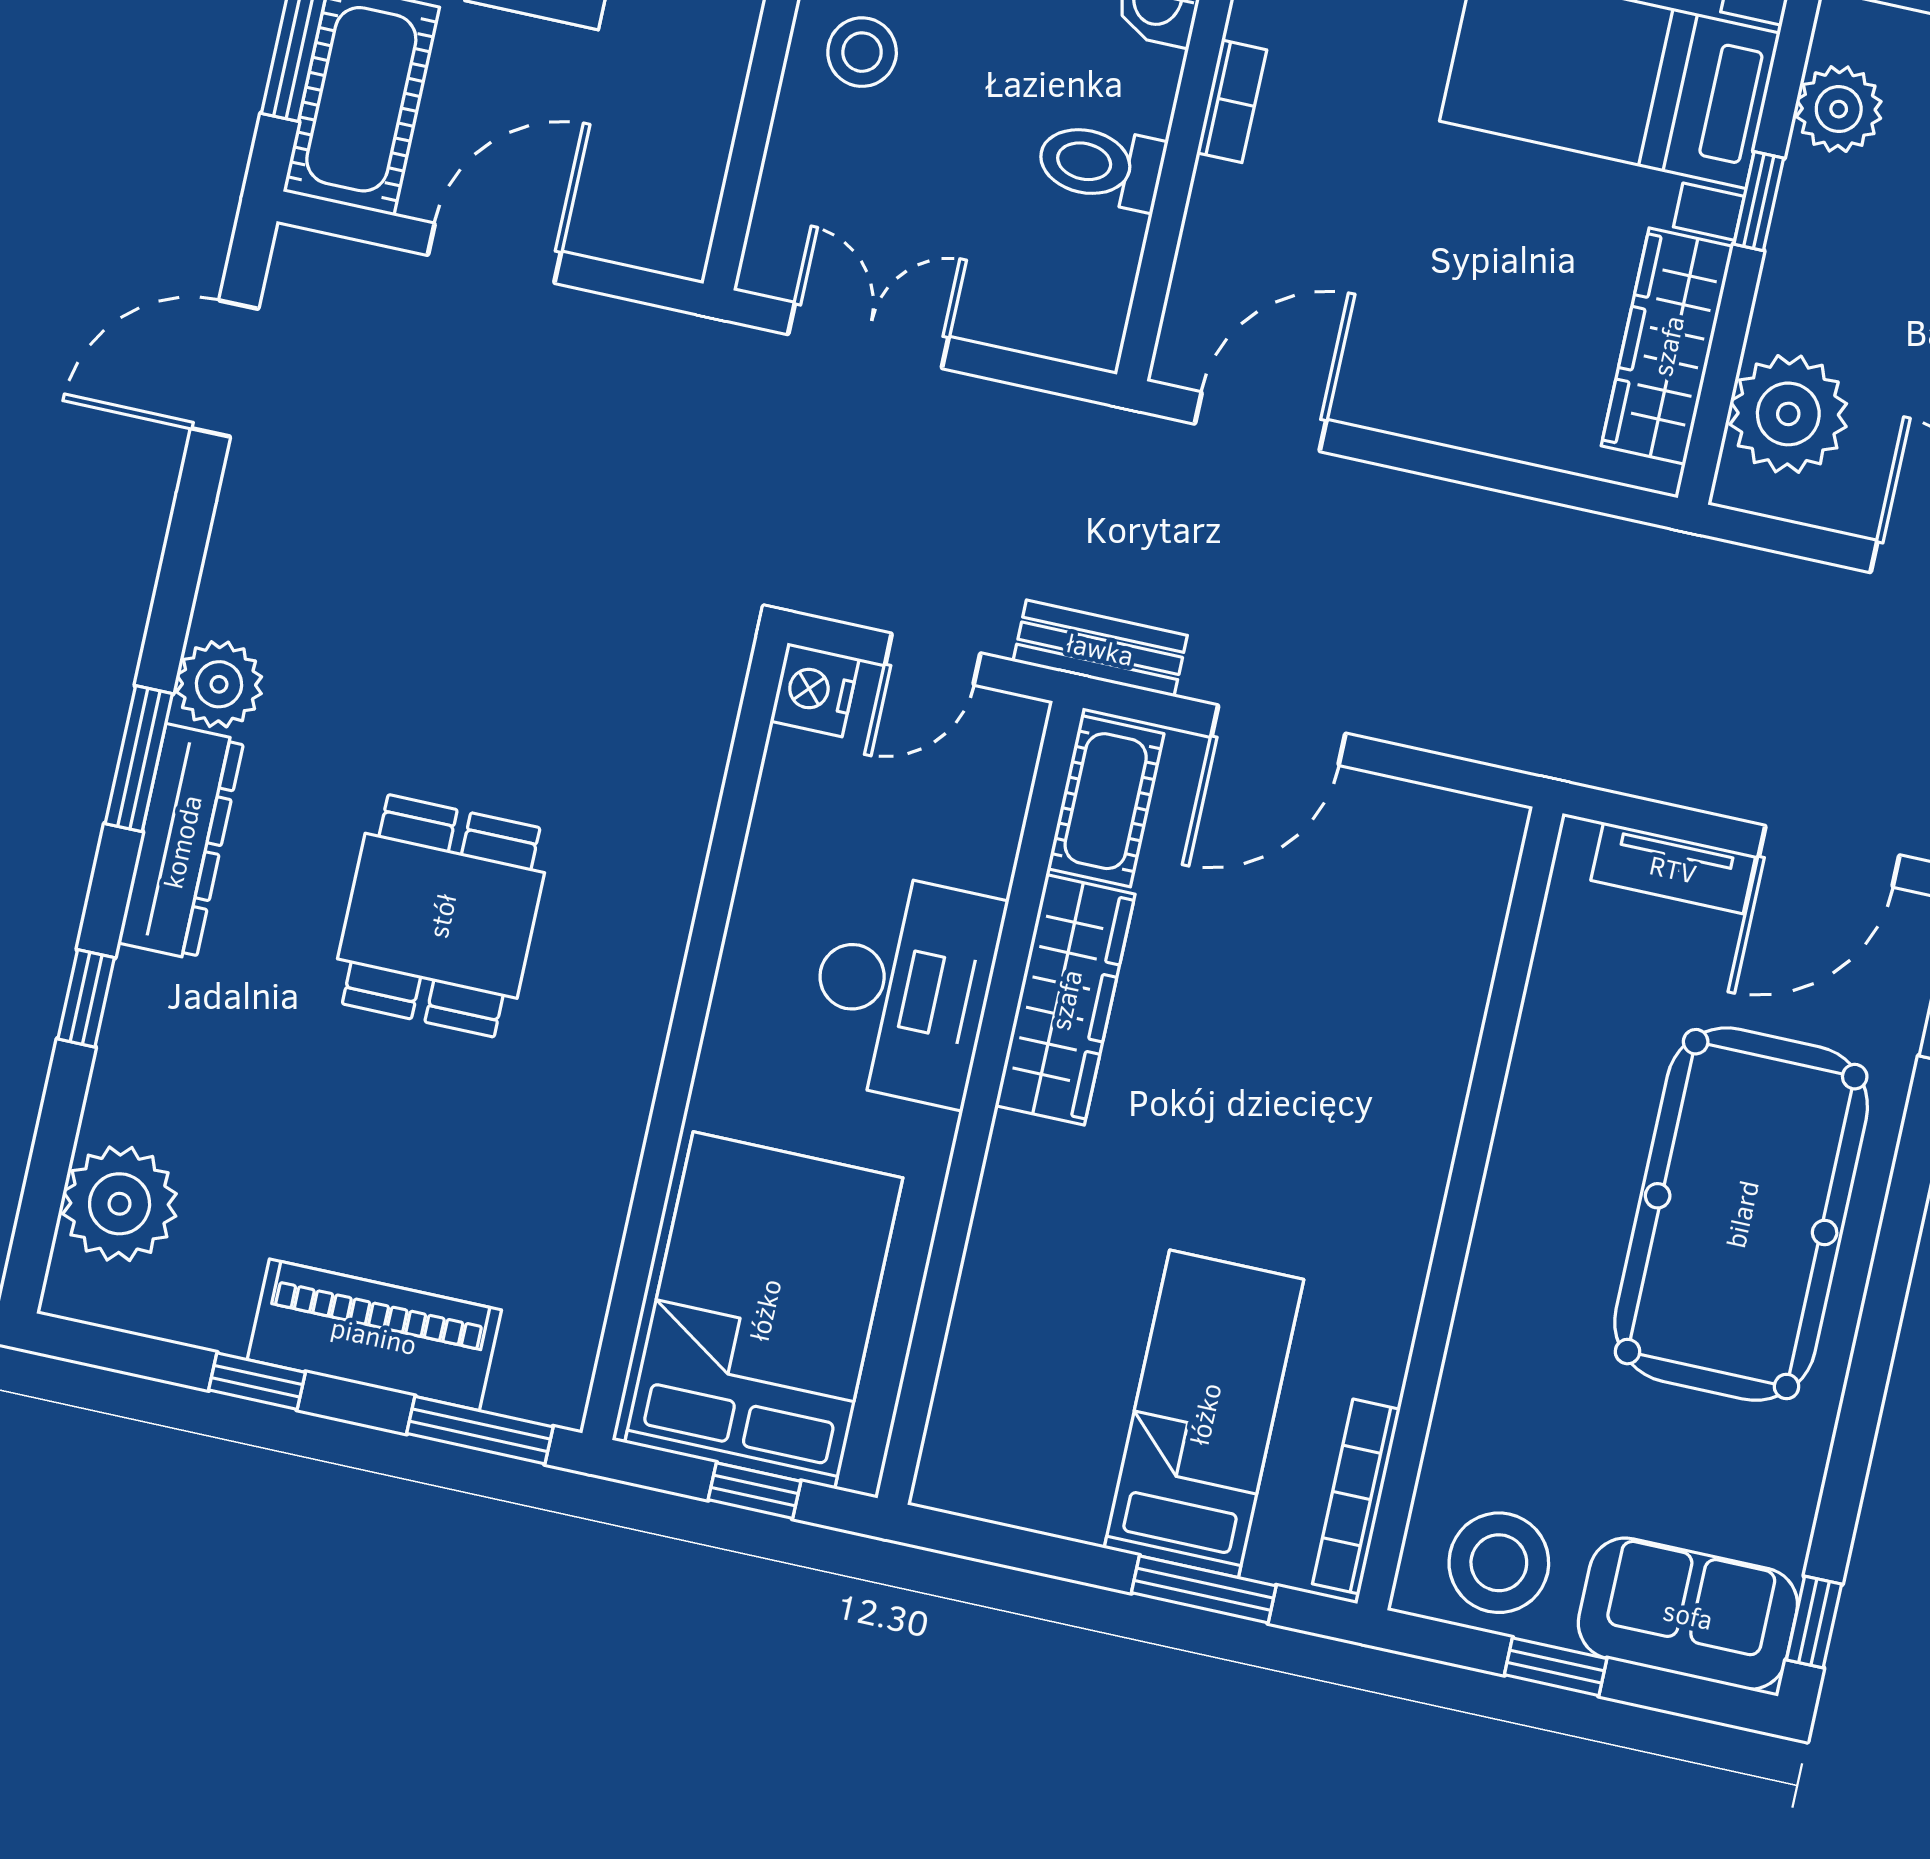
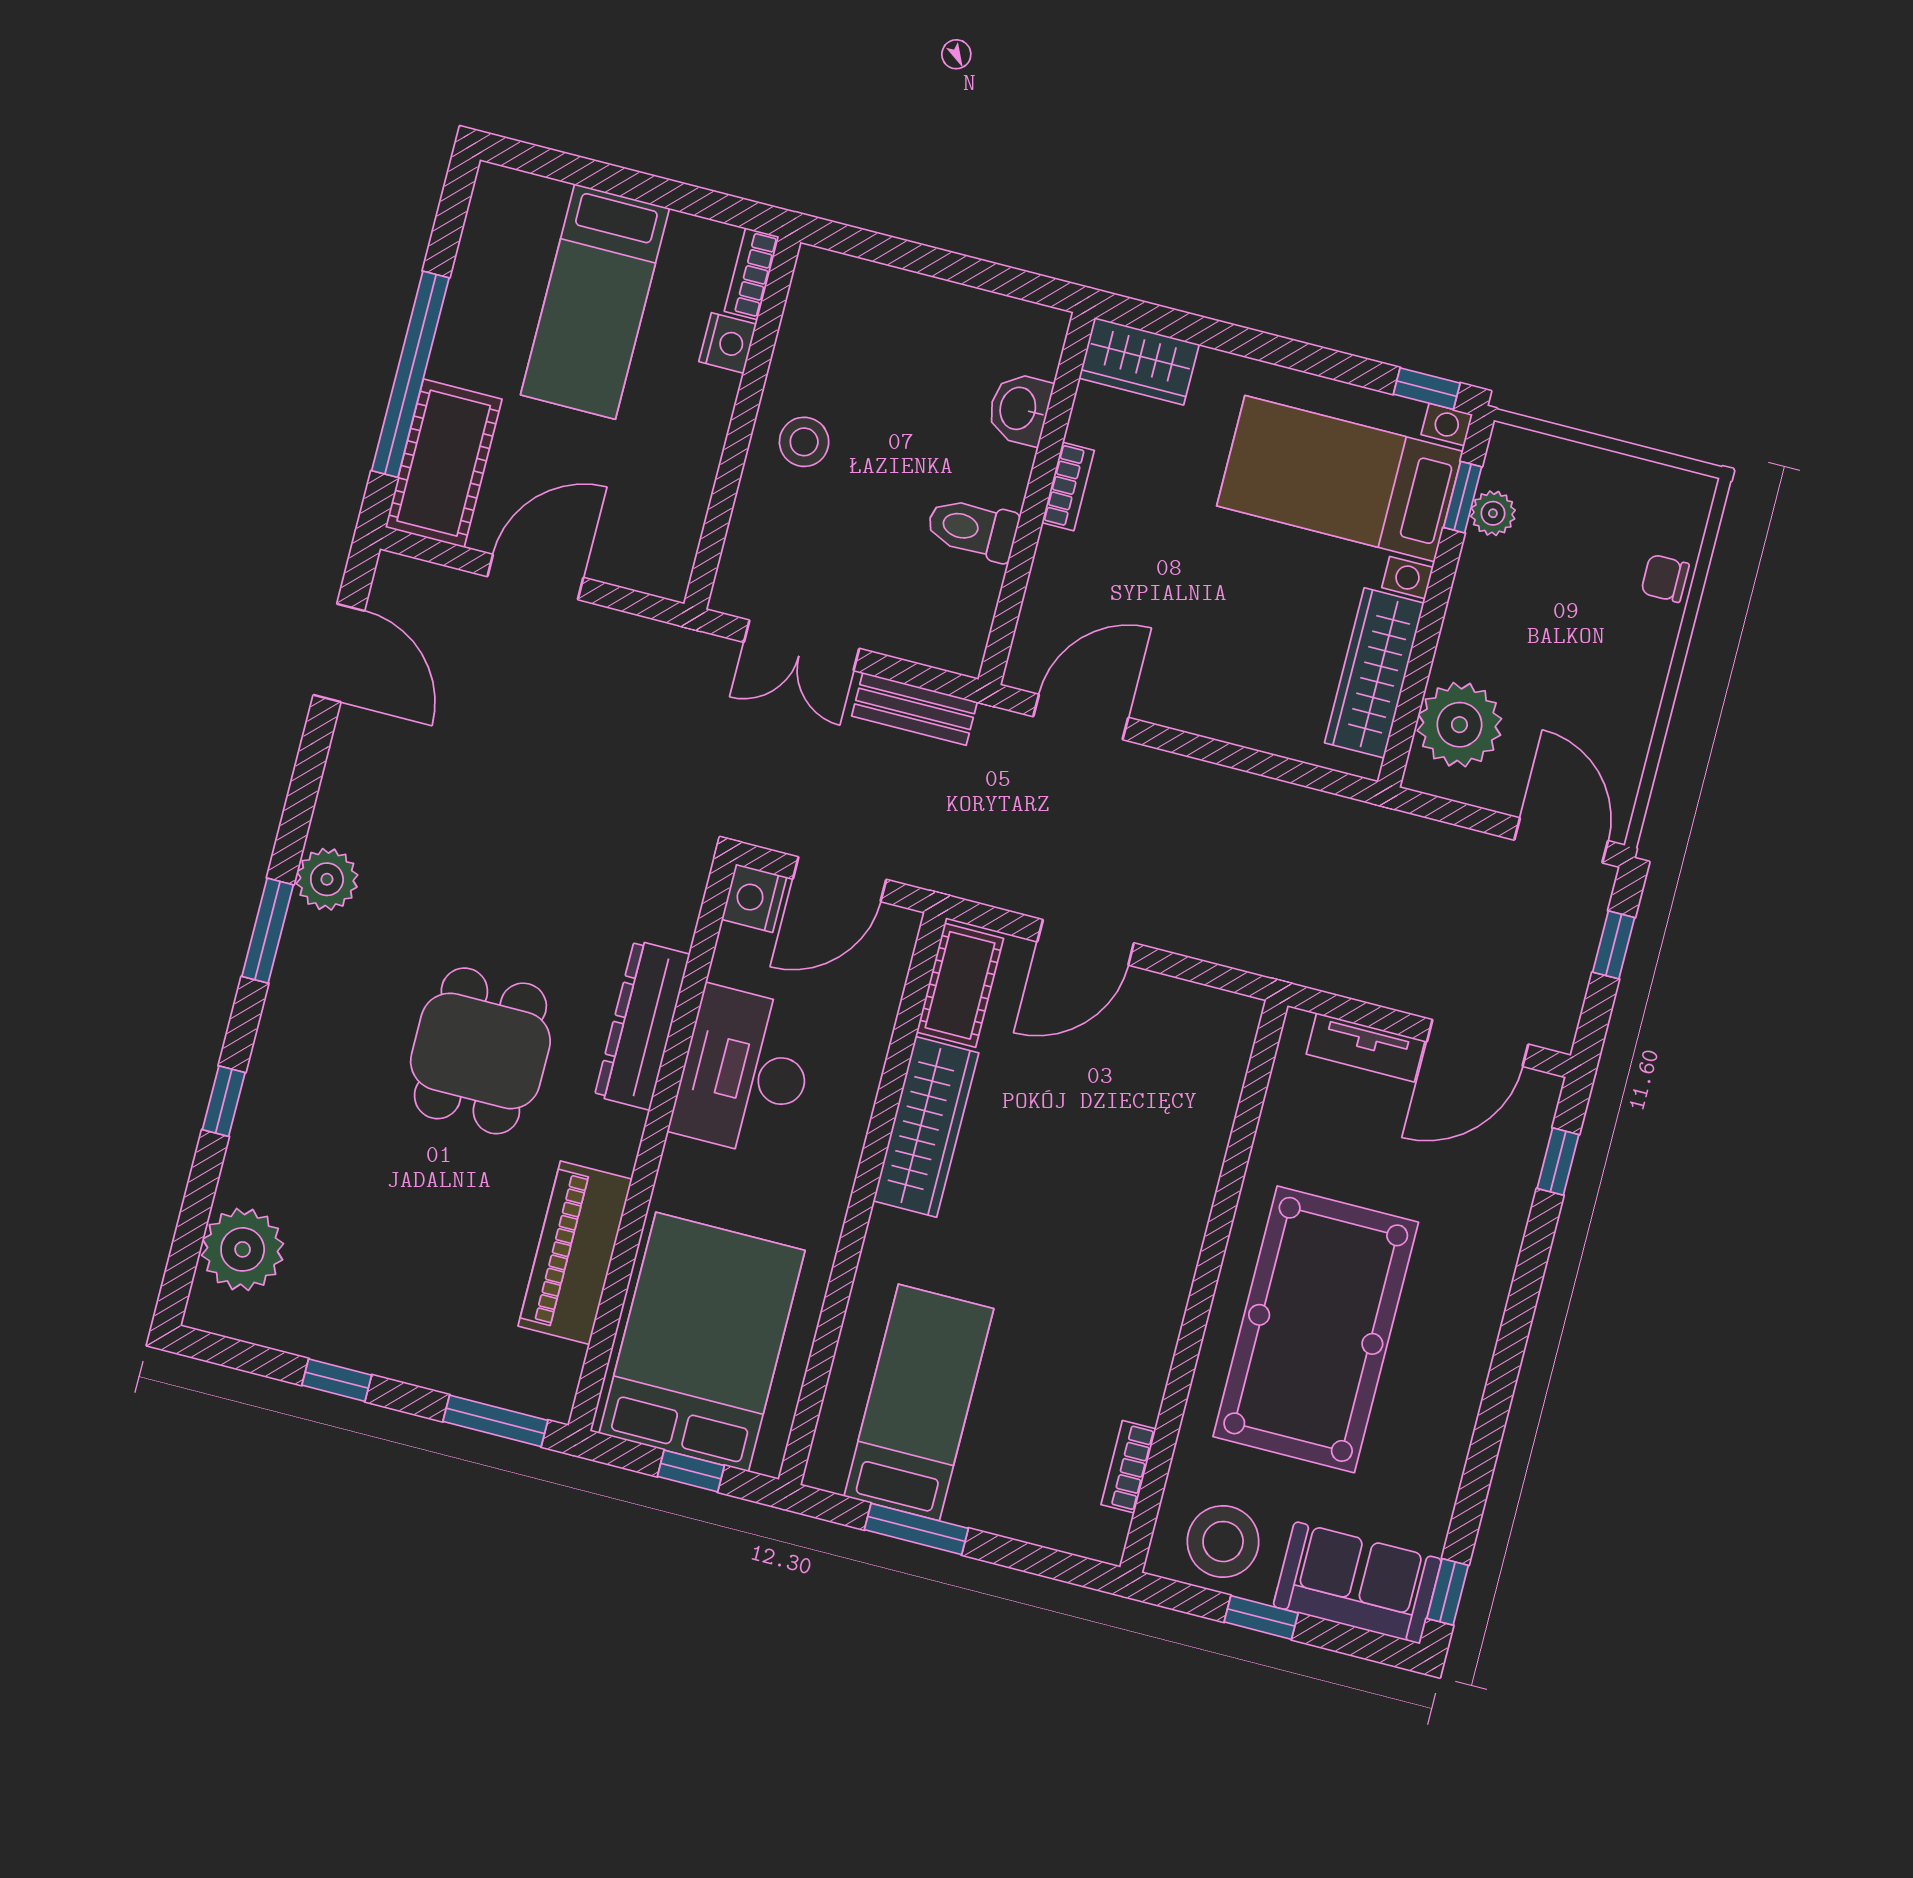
plant: (1839, 109) -> (1493, 513), width x0.73, depth x0.73
window: (1759, 201) -> (1463, 497), moved
double door: (868, 336) -> (802, 645), swing flipped
door: (225, 369) -> (339, 653), swing flipped
bench: (1100, 648) -> (914, 709), moved
door: (933, 659) -> (840, 879), width x1.38
dresser: (181, 842) -> (642, 1025), moved, turned 180
desk: (903, 988) -> (745, 1072), moved, turned 180
pool table: (1741, 1214) -> (1316, 1329), moved
piano: (374, 1335) -> (575, 1253), moved, turned -90
bed: (1204, 1414) -> (919, 1402), moved
bookcase: (1356, 1497) -> (1129, 1467), width x0.64
window: (1204, 1589) -> (916, 1529), moved

